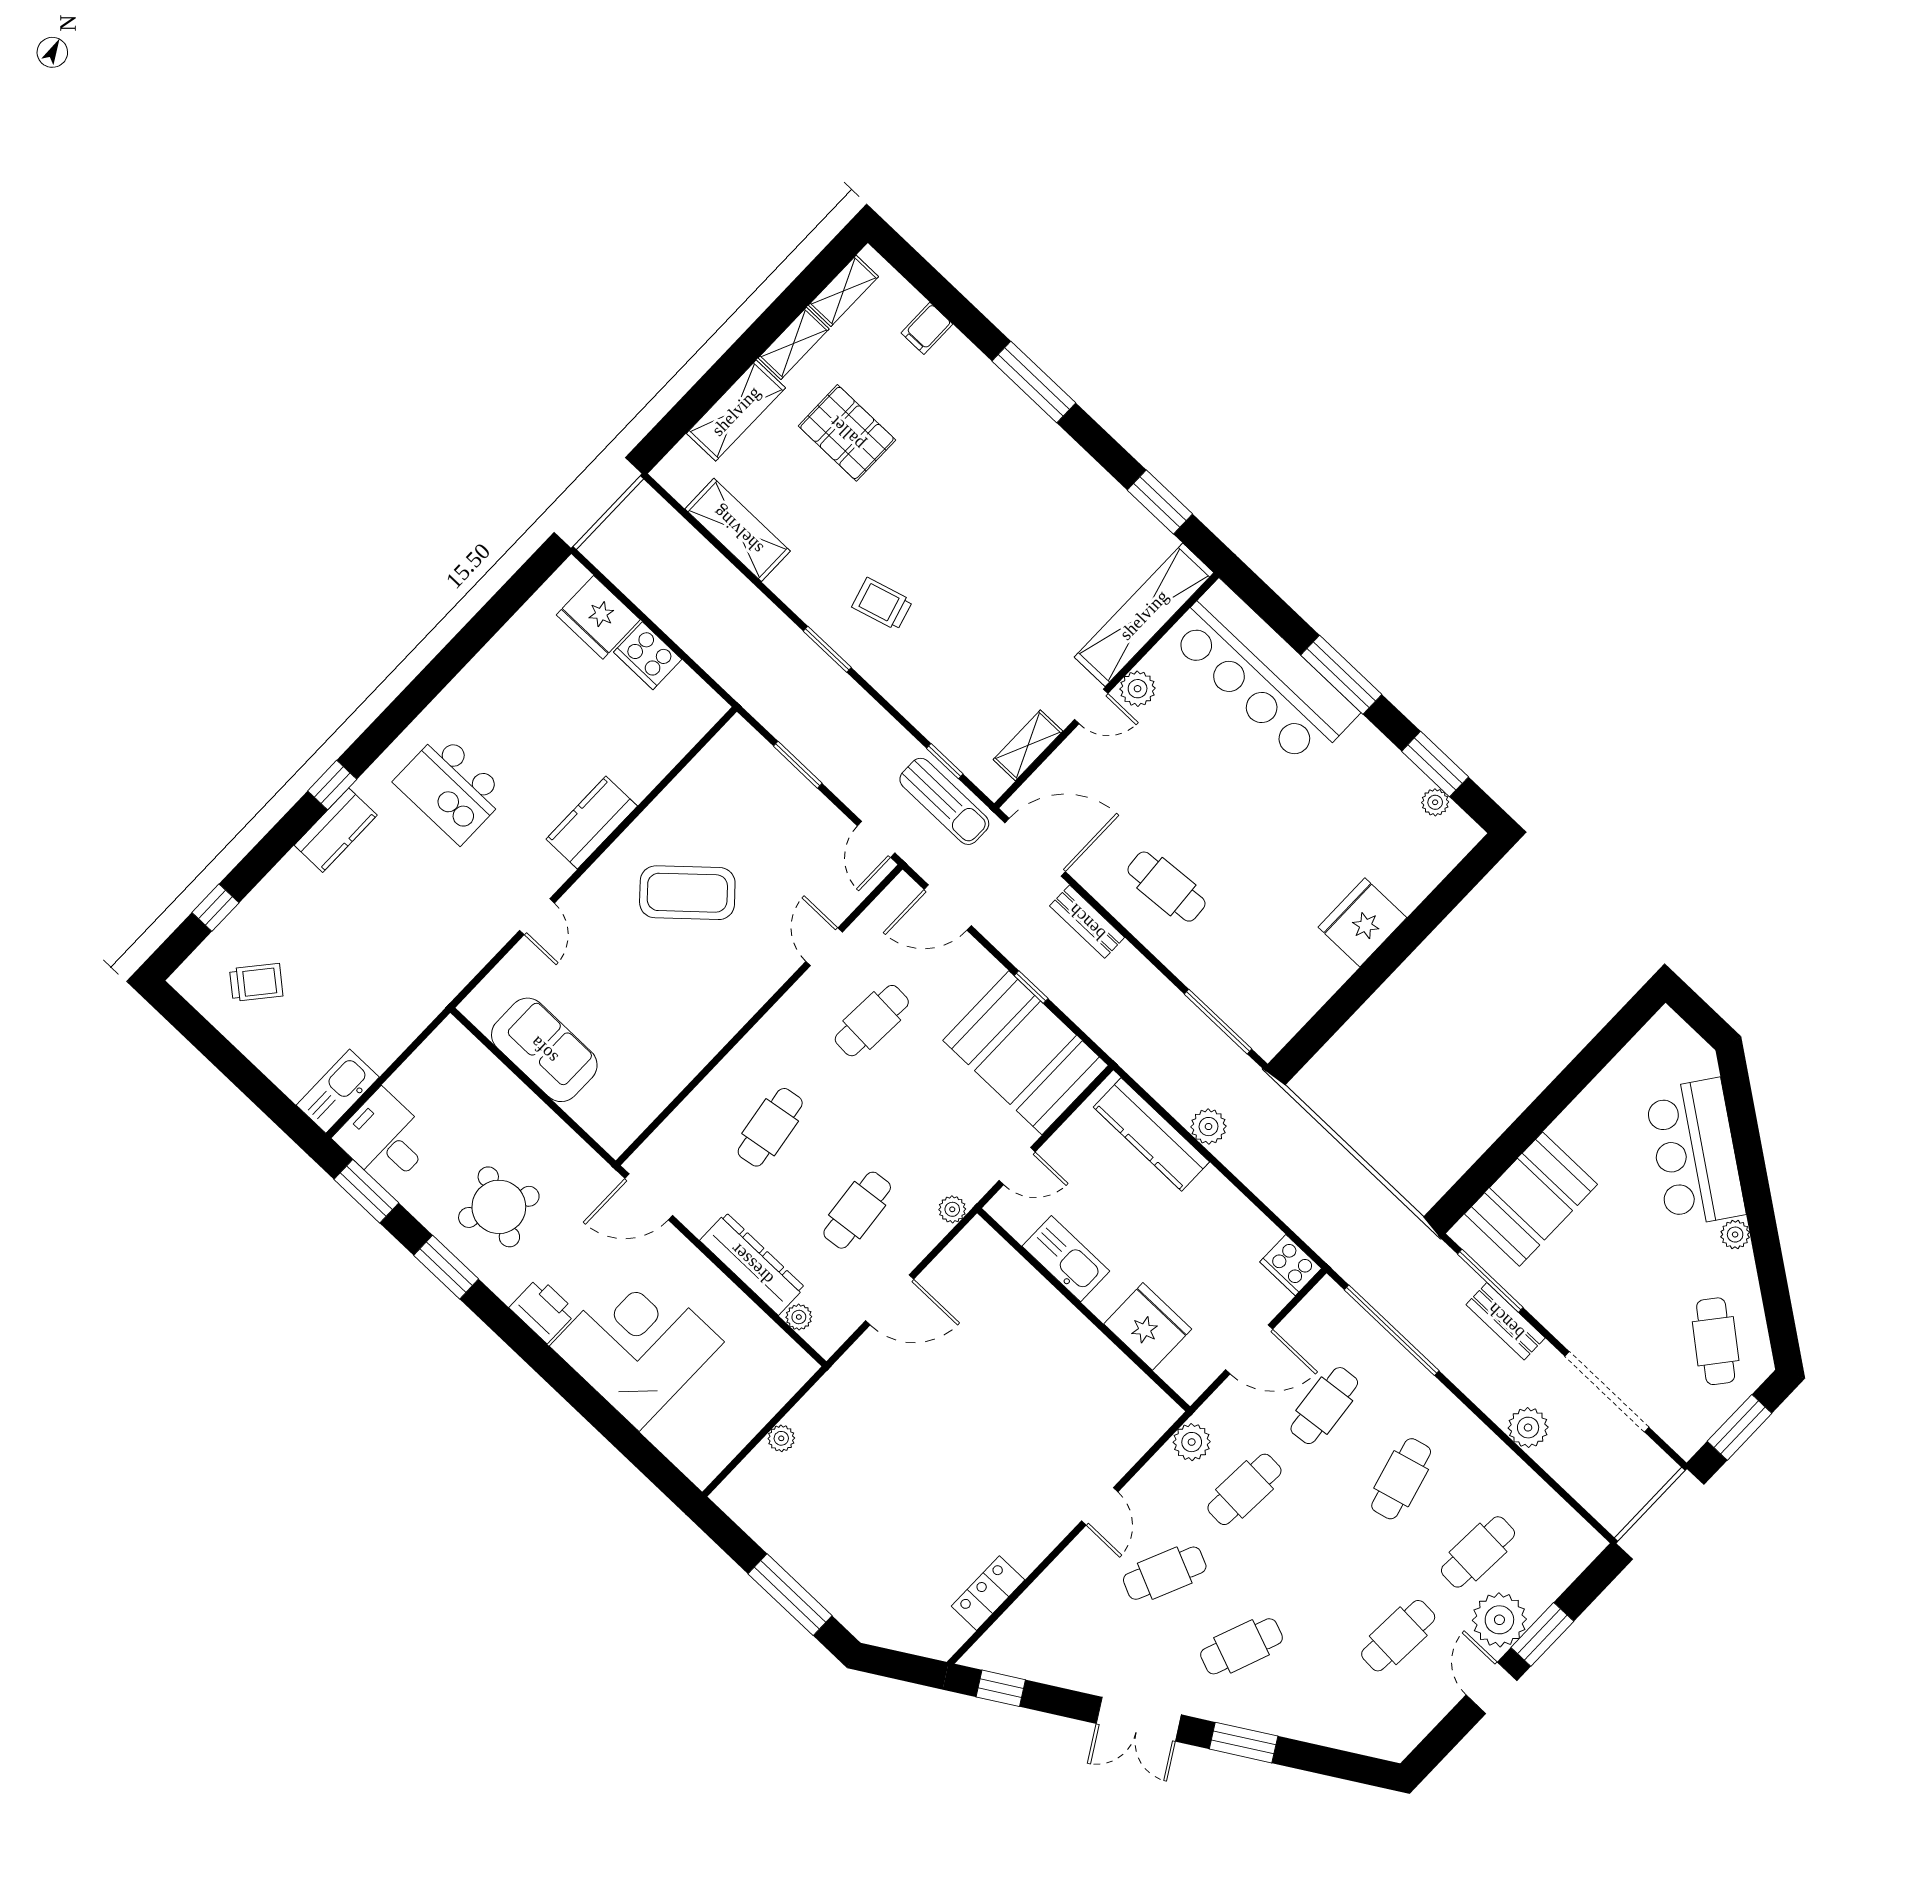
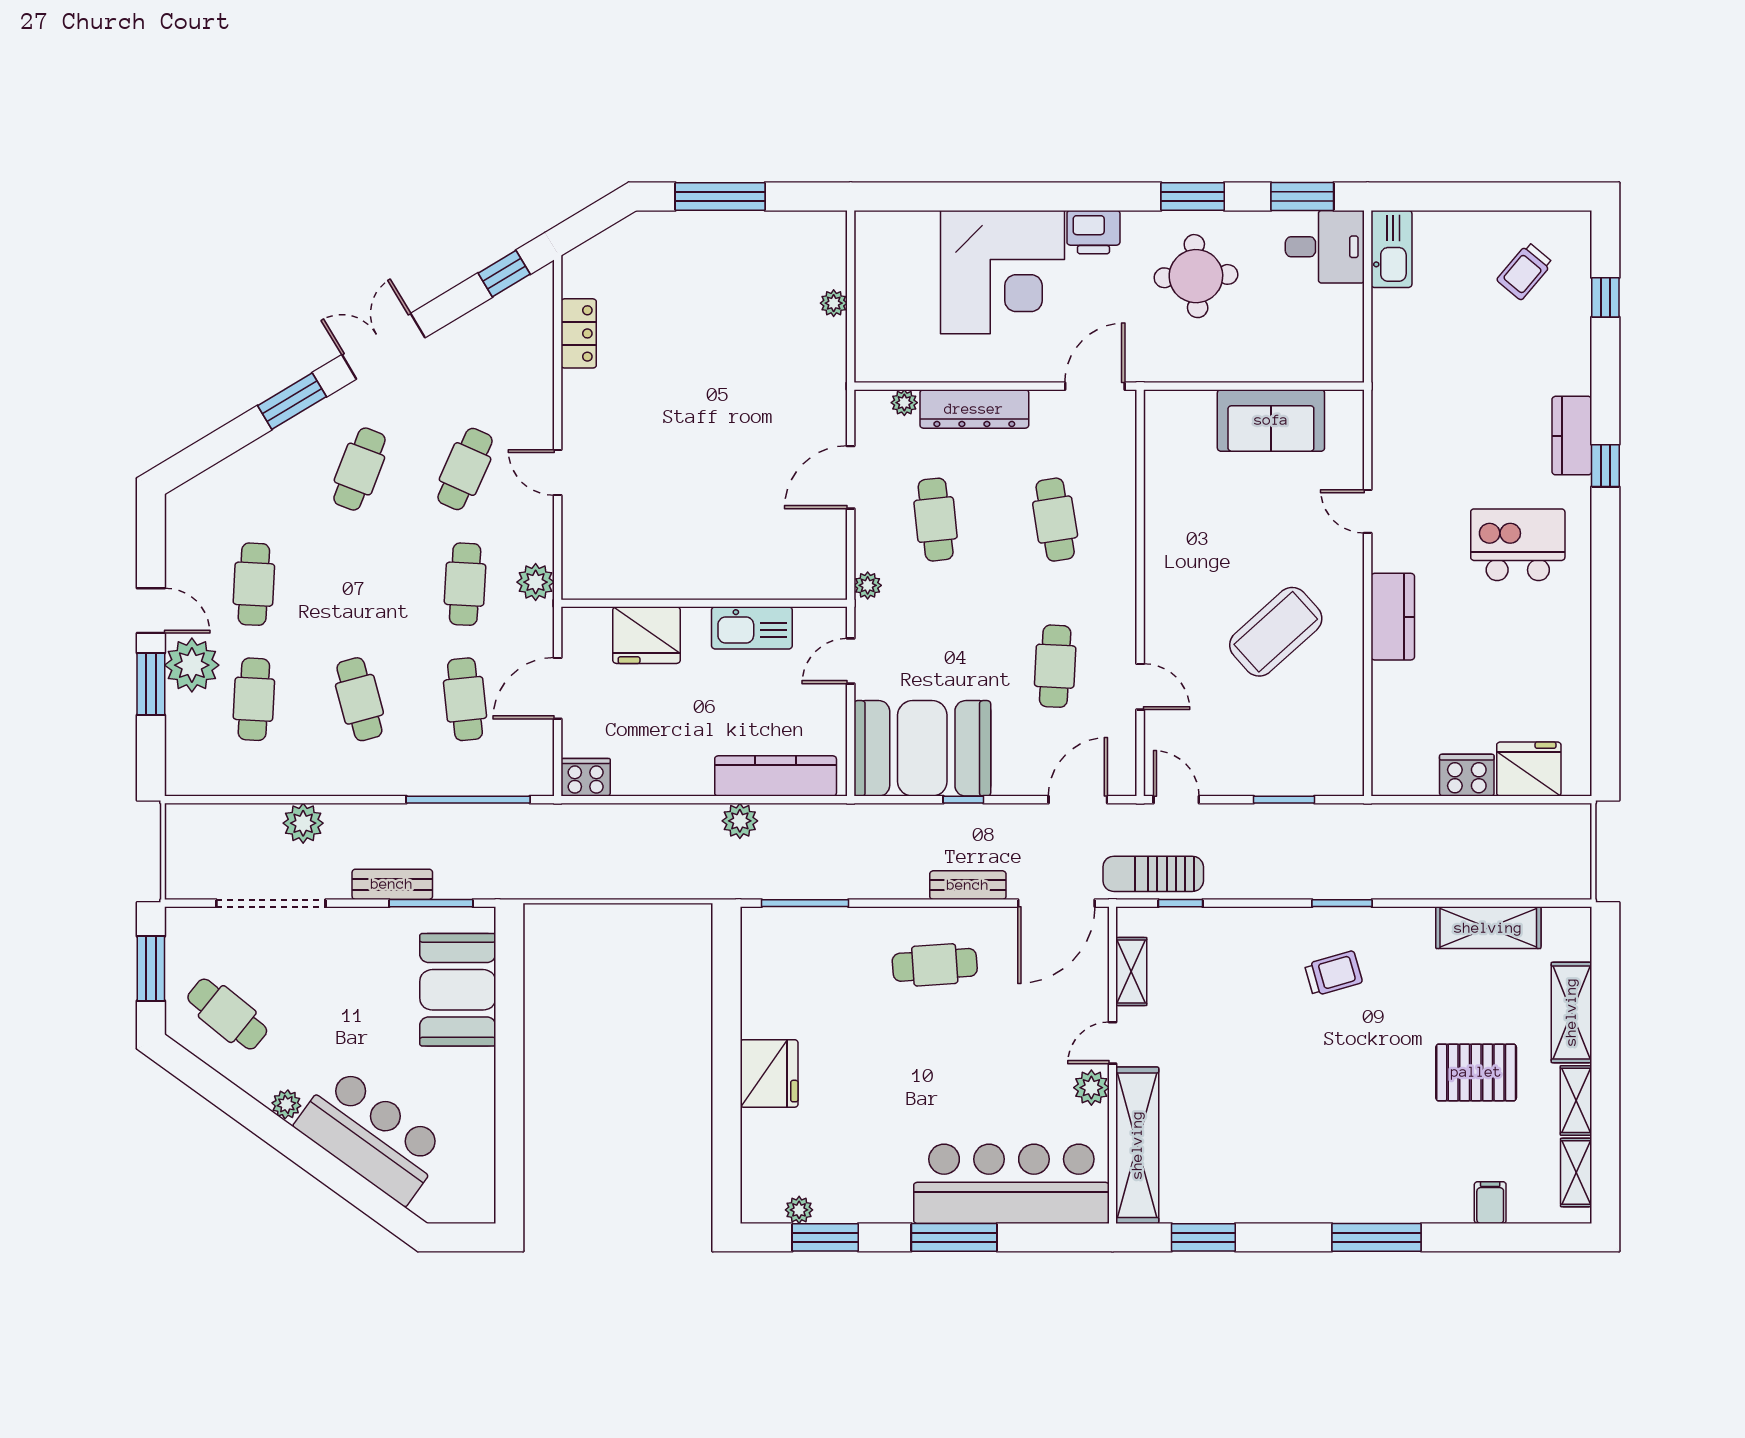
round table: (499, 1207) -> (1196, 276), turned -30

